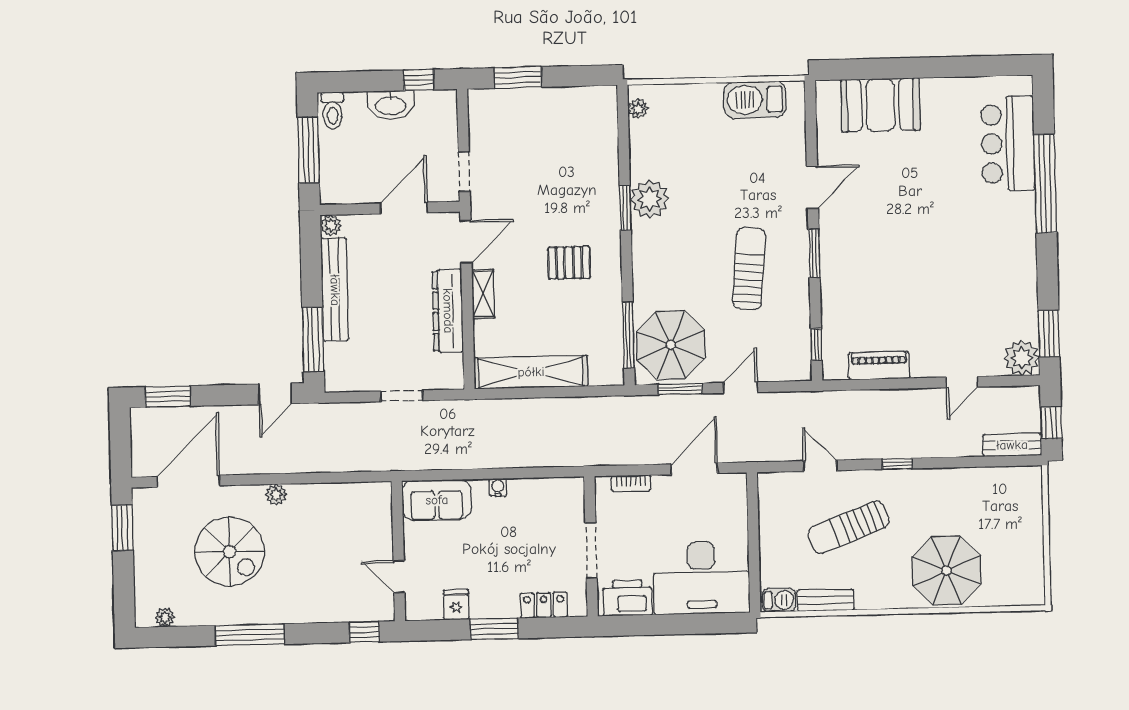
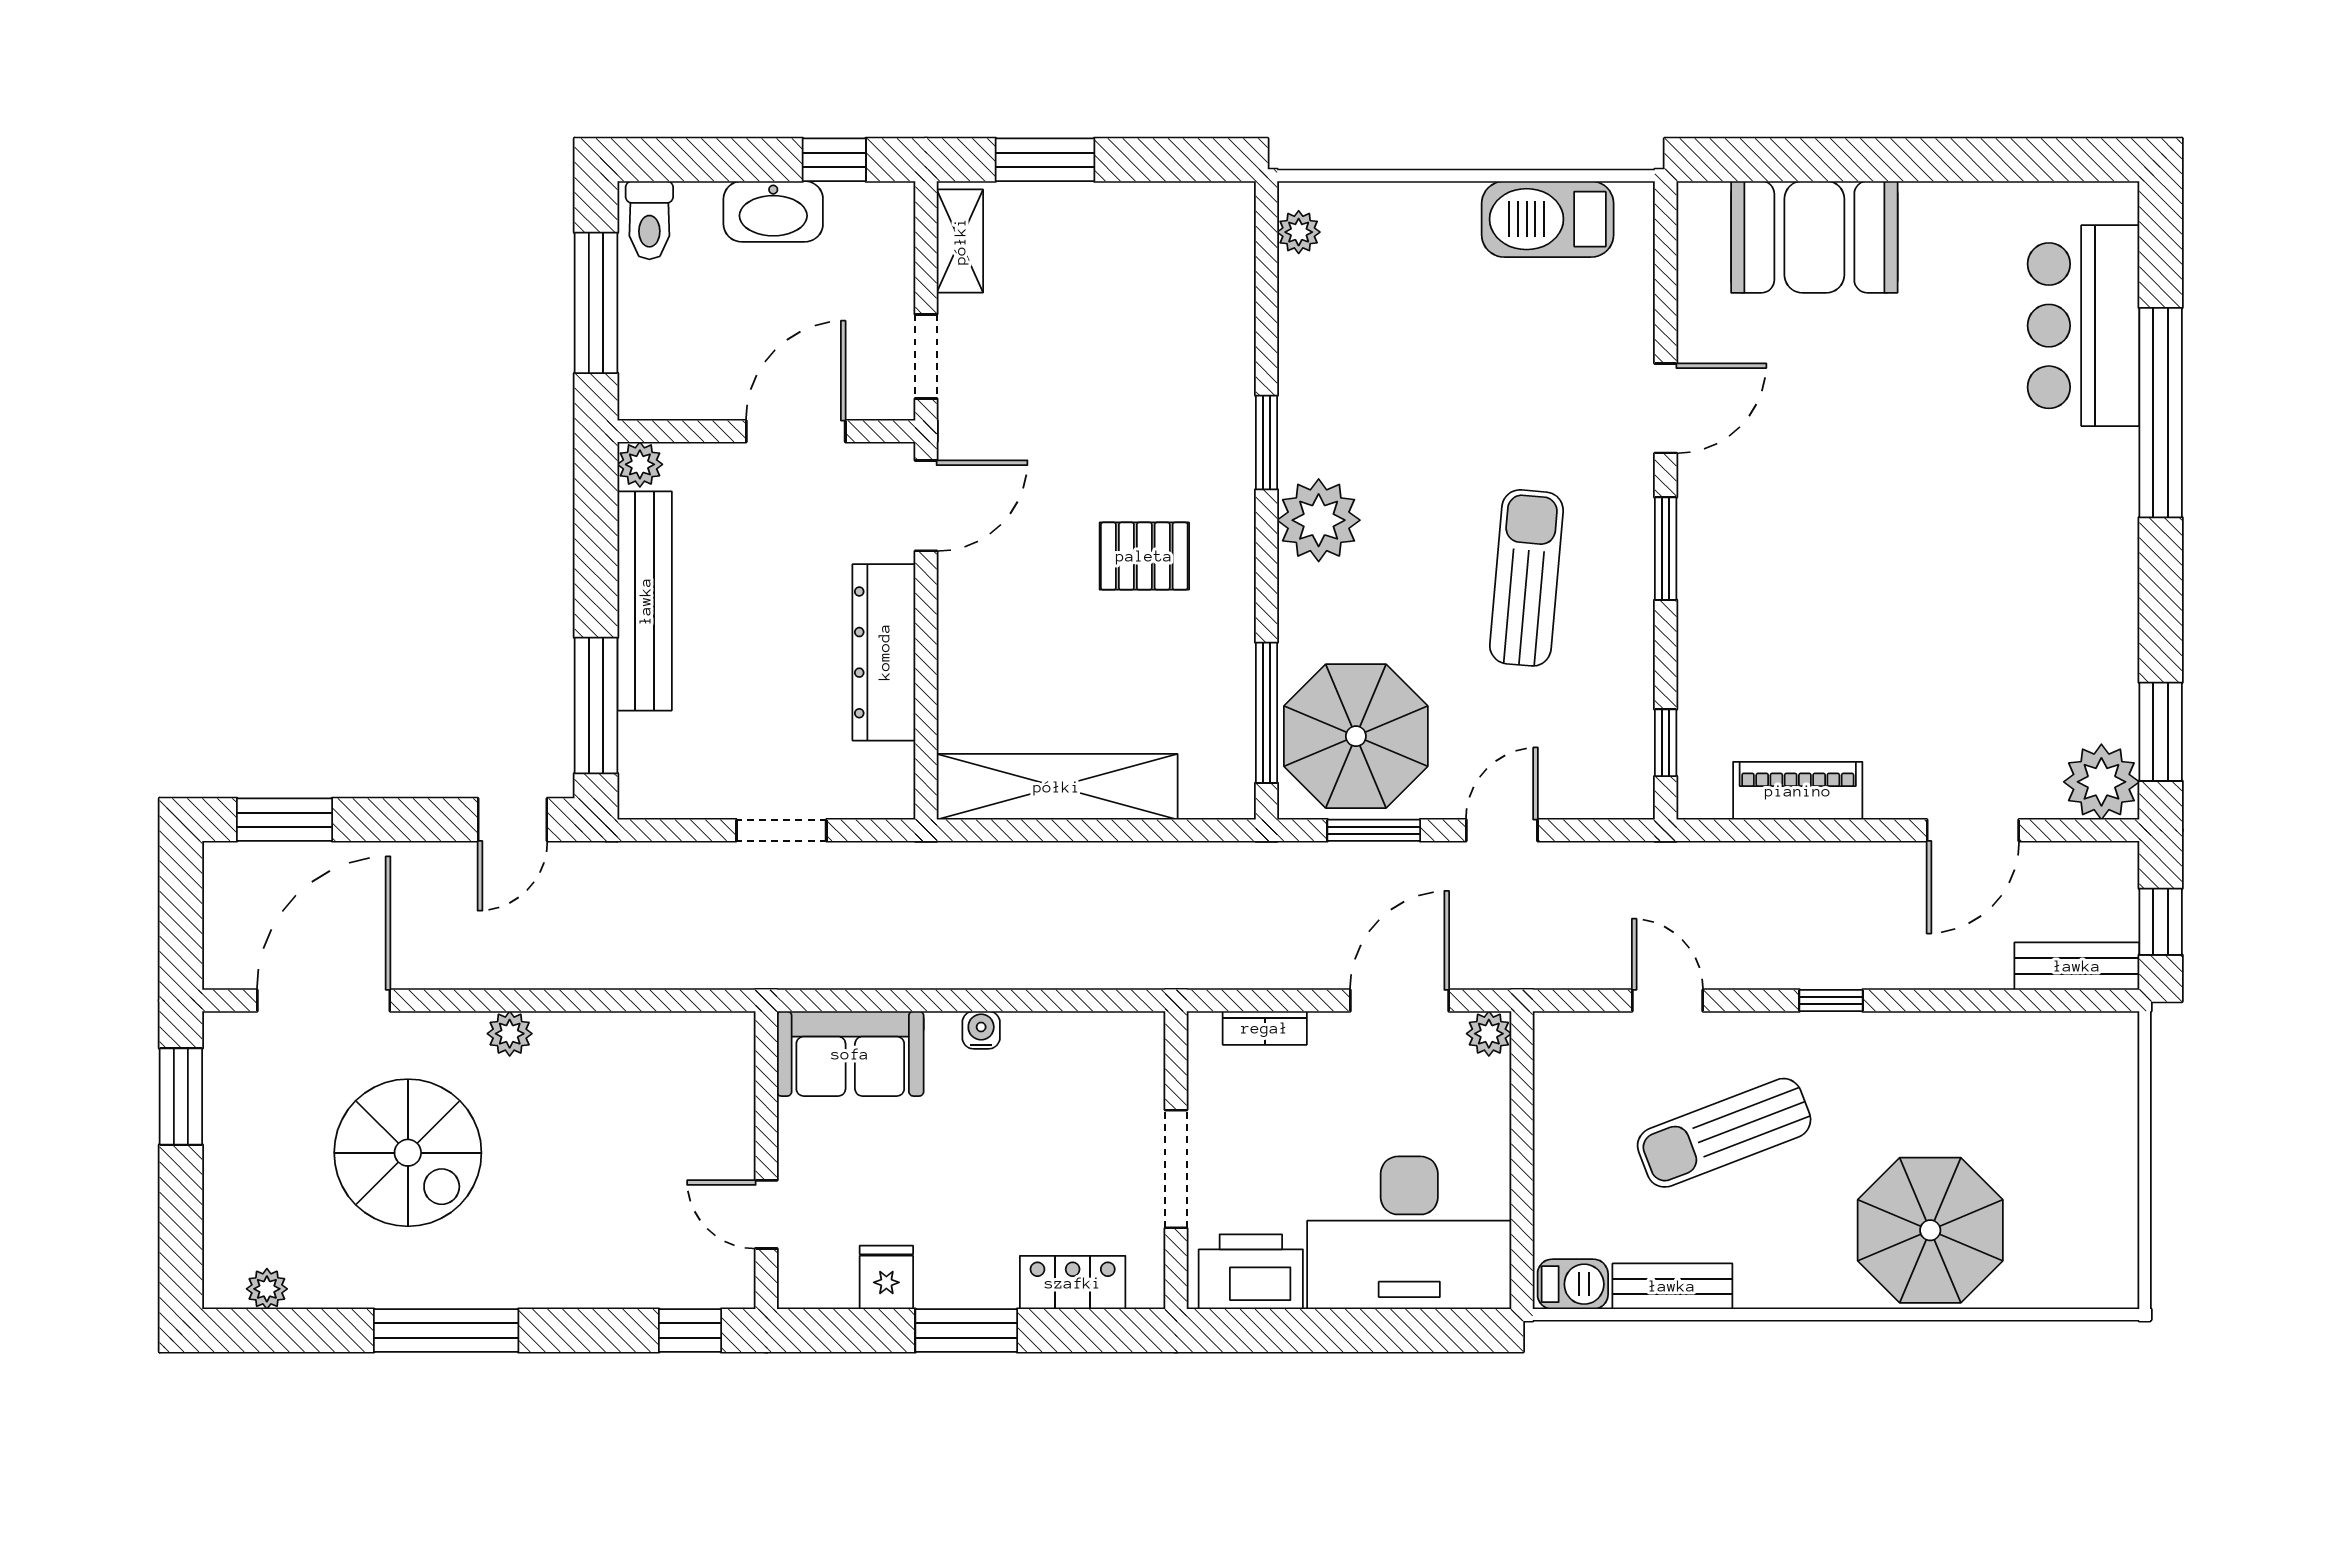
plant: (650, 199) -> (1319, 520), moved
shelving: (483, 294) -> (960, 241), moved
door: (962, 382) -> (1973, 830), width x1.38
plant: (737, 483) -> (1489, 1034), added

